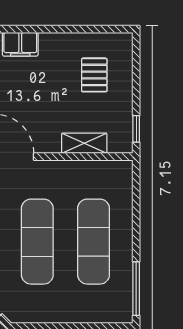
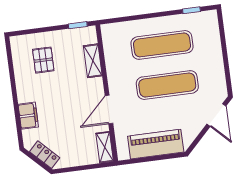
pallet: (94, 75) -> (43, 60), turned 90
window: (136, 289) -> (191, 10), width x0.46

